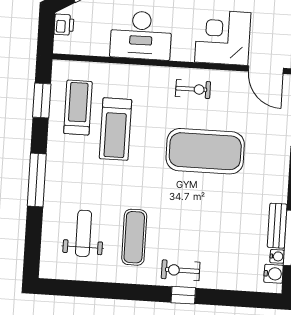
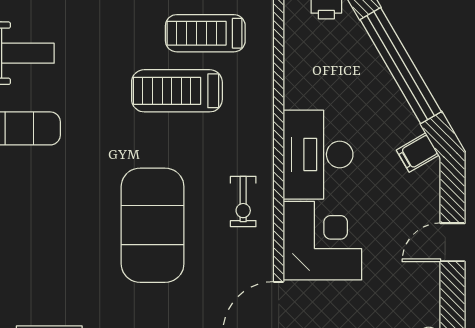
desk: (141, 35) -> (318, 155), moved
treadmill: (78, 108) -> (205, 33), turned 180

